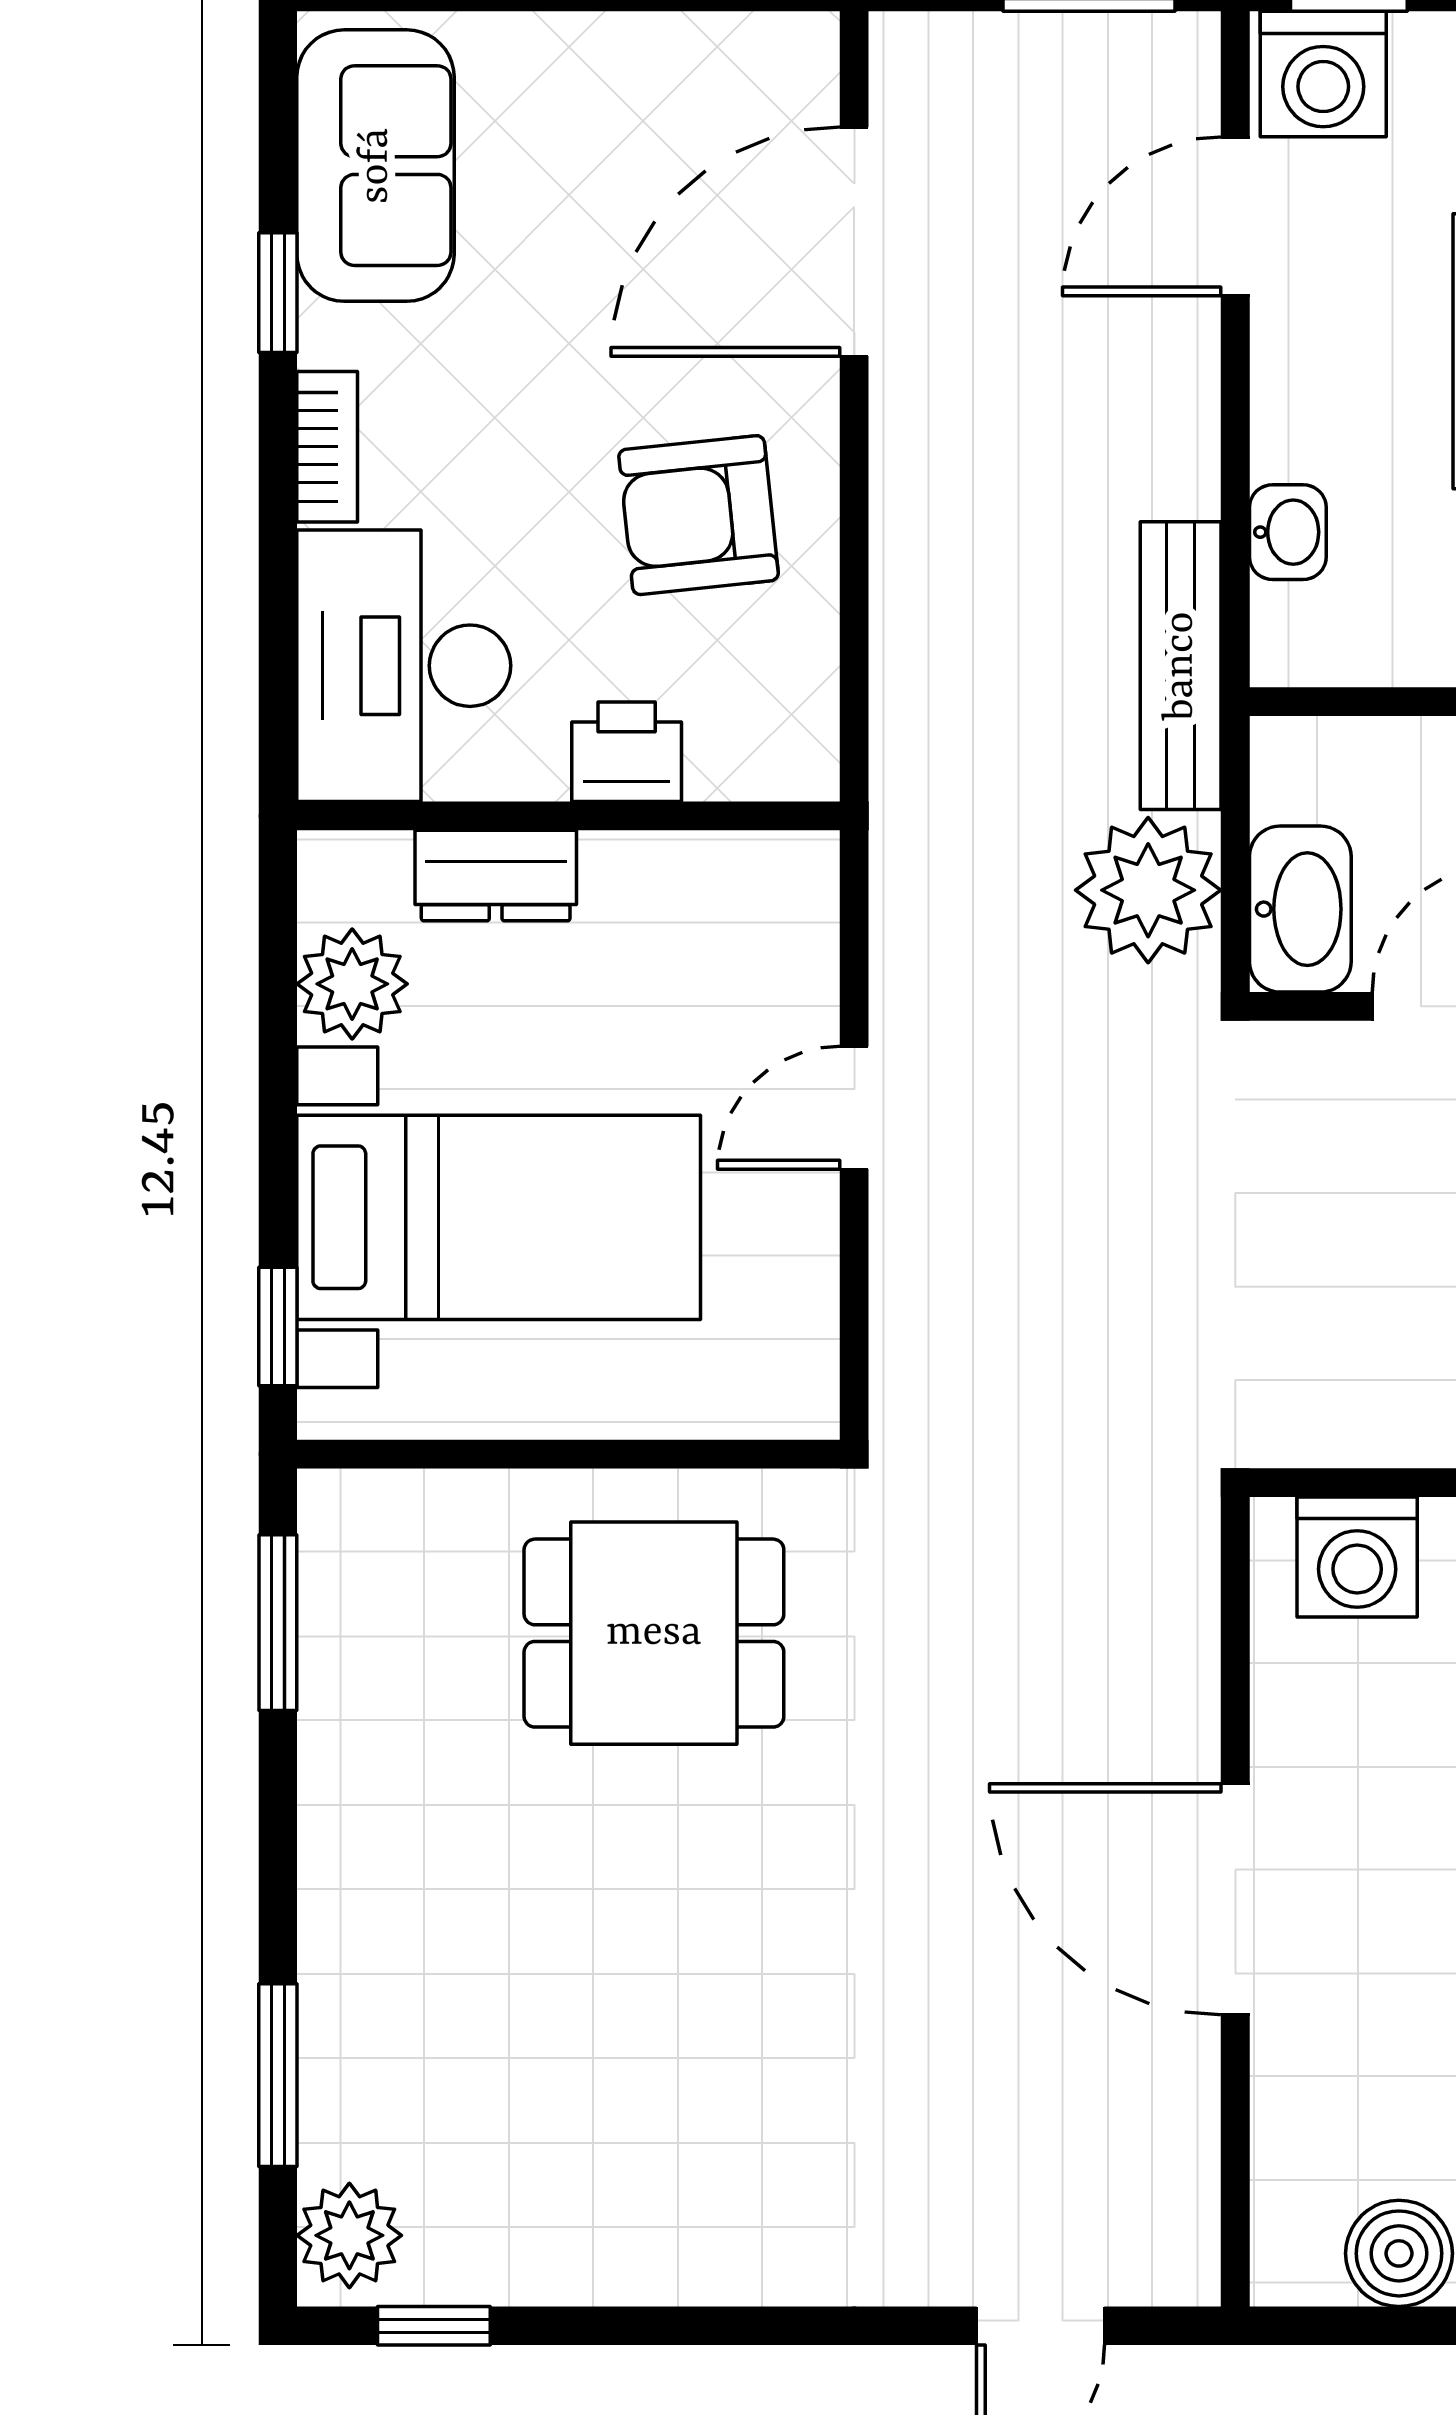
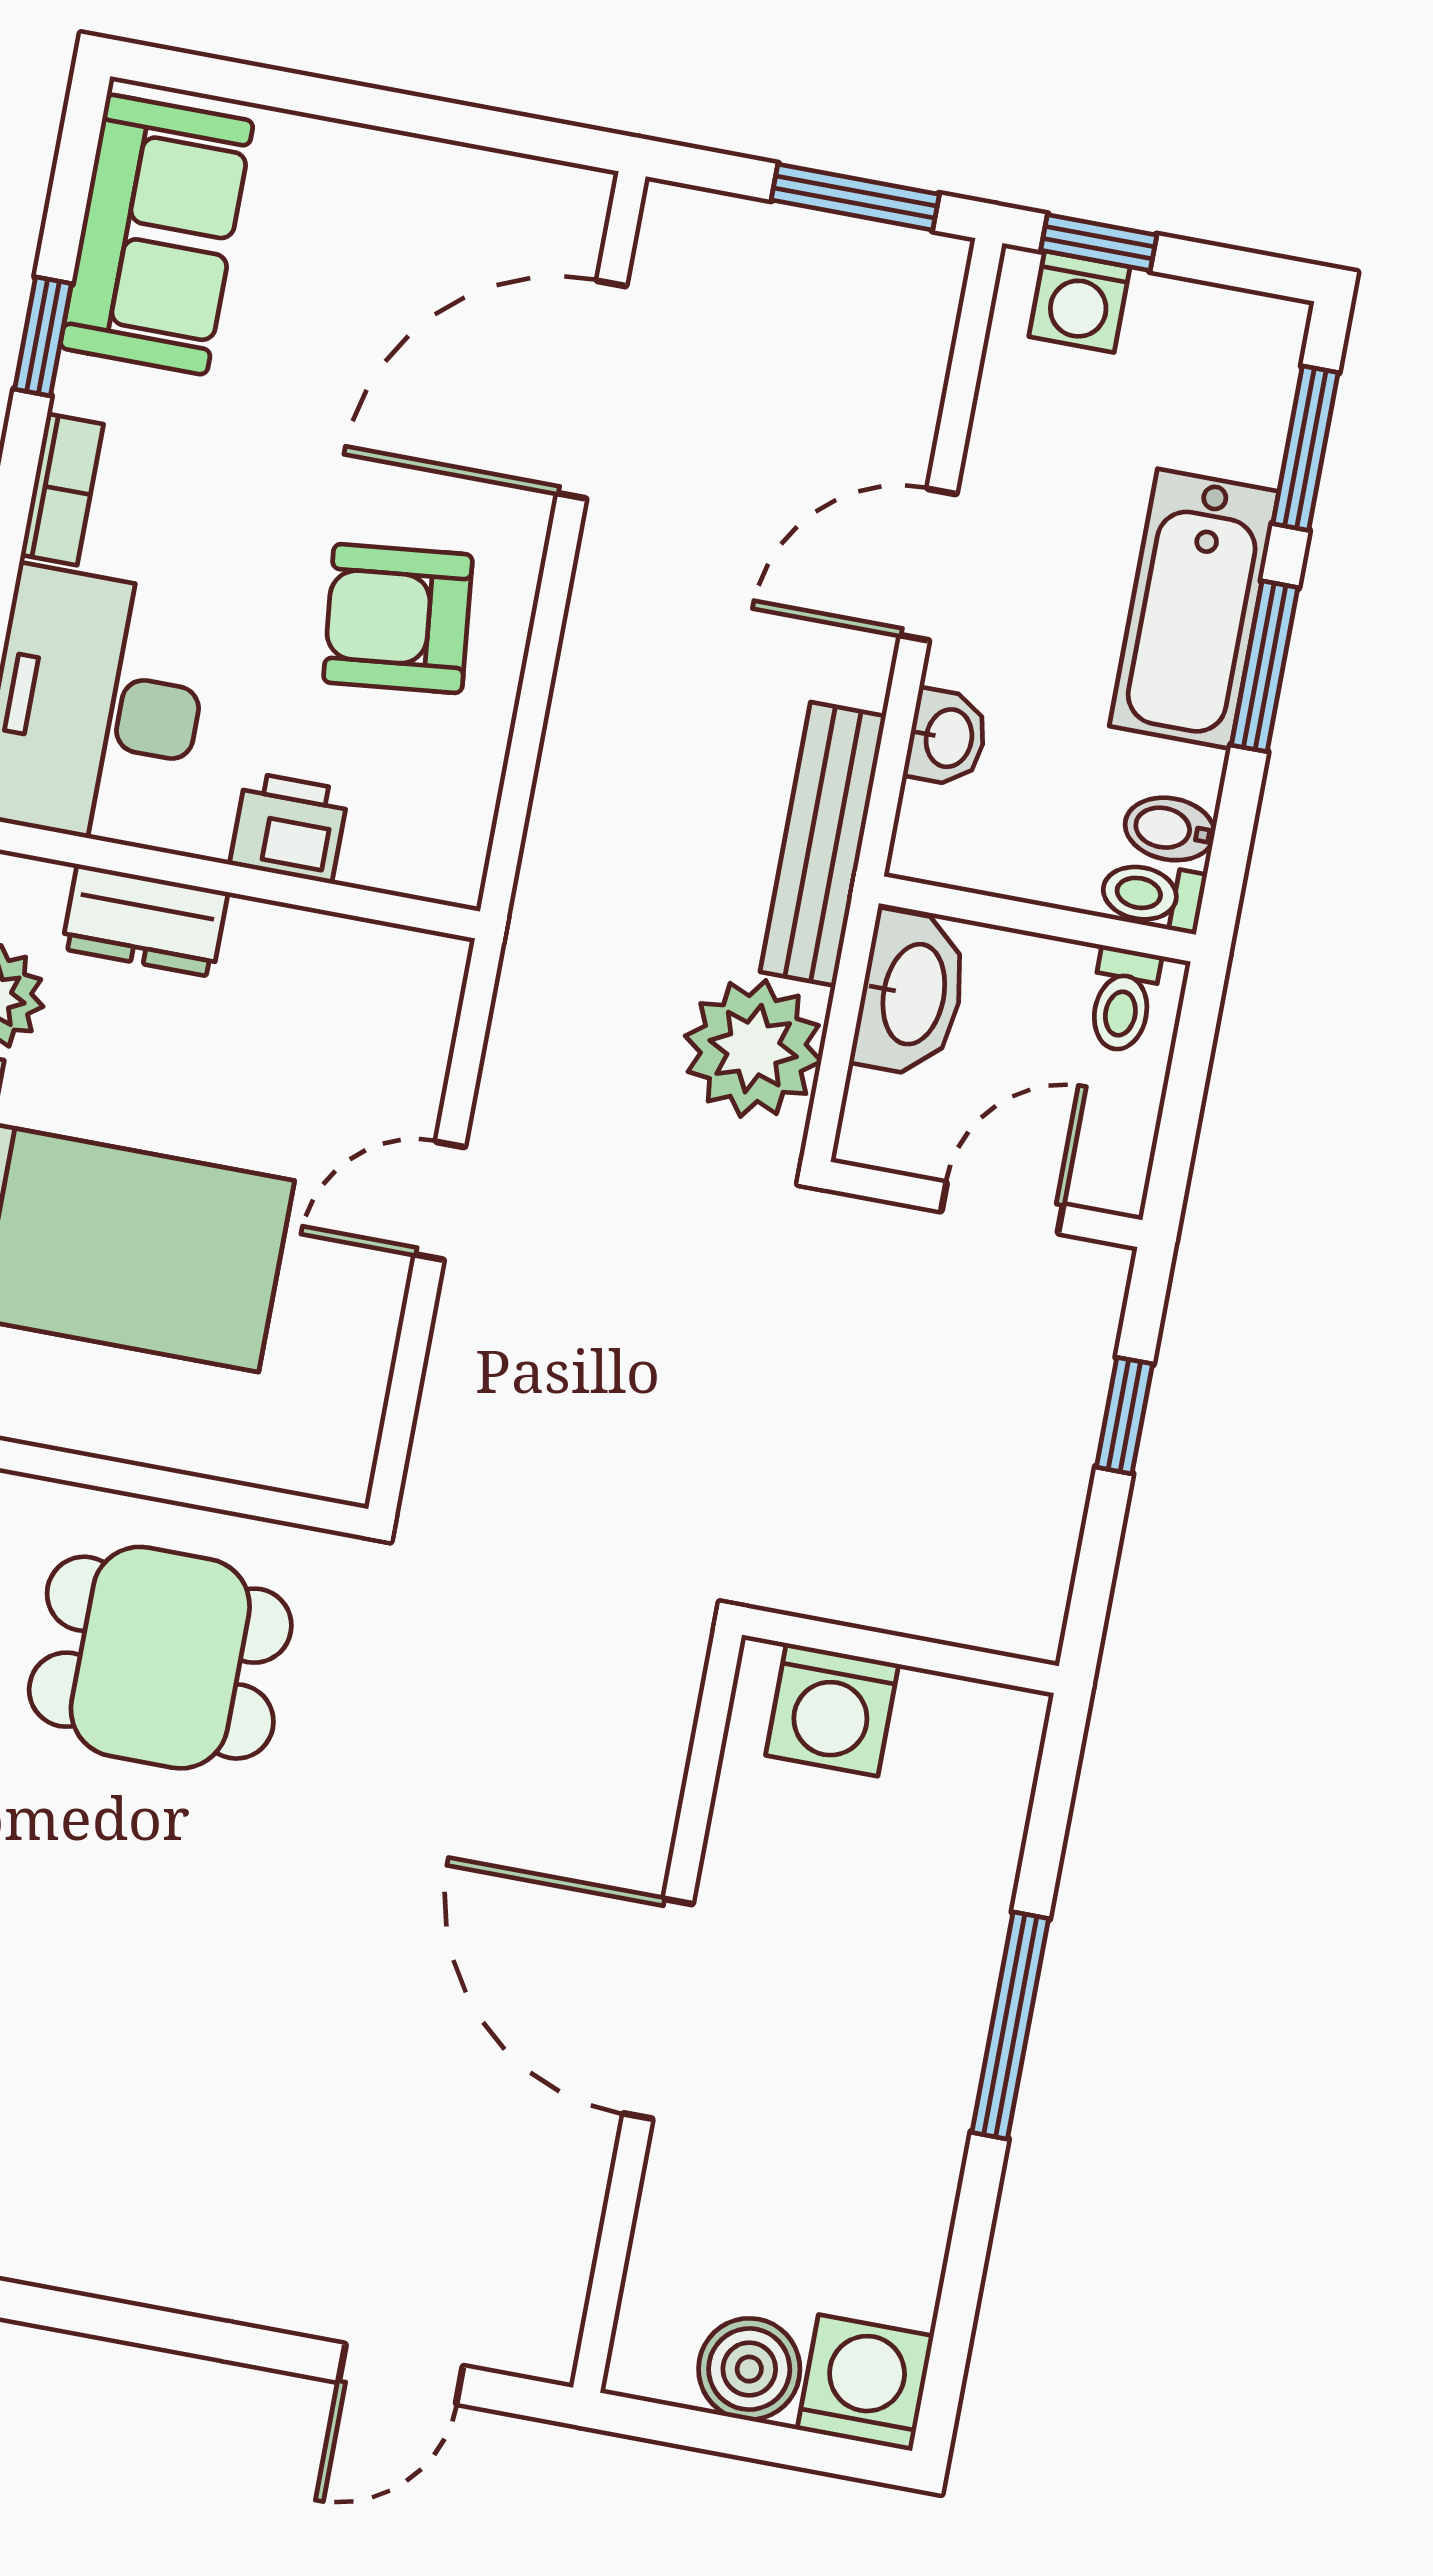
washing machine: (1323, 74) -> (1079, 302), width x0.73, depth x0.73
door: (1235, 216) -> (928, 565), moved
washbasin: (1300, 909) -> (911, 994), moved

